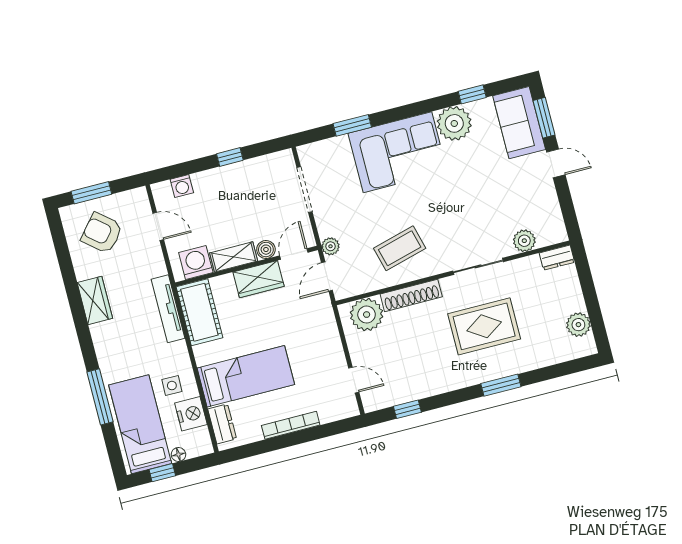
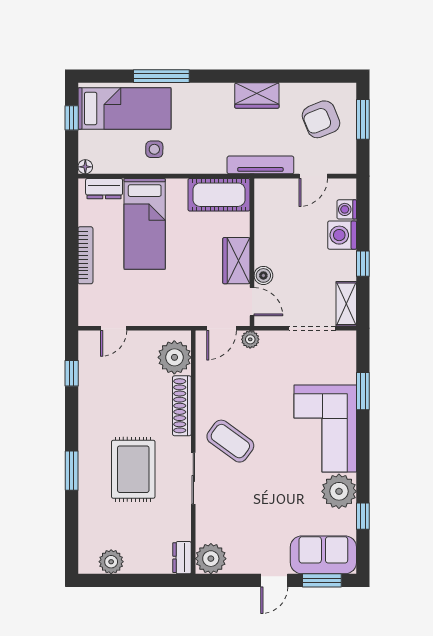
armchair: (102, 233) -> (321, 119), turned -152
plant: (524, 241) -> (211, 559), moved, width x1.36, depth x1.36
coffee table: (400, 248) -> (230, 441), moved, turned -39
shelving: (234, 257) -> (346, 304), moved
washing machine: (196, 262) -> (342, 235), moved, turned 180
door: (327, 277) -> (222, 328), swing flipped
tv unit: (168, 309) -> (260, 165), moved
nightstand: (191, 414) -> (122, 161), removed
floor lamp: (178, 455) -> (85, 167), moved

